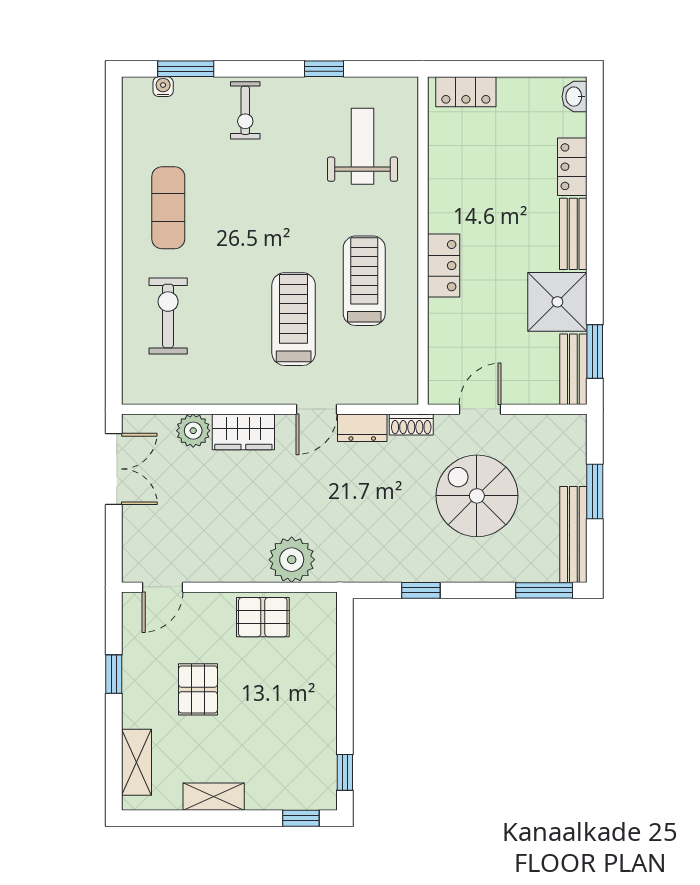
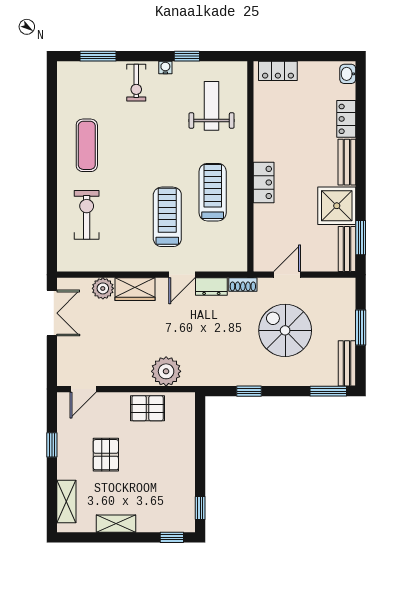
water cooler: (163, 87) -> (165, 67), moved
bench: (573, 534) -> (347, 363), width x0.73

